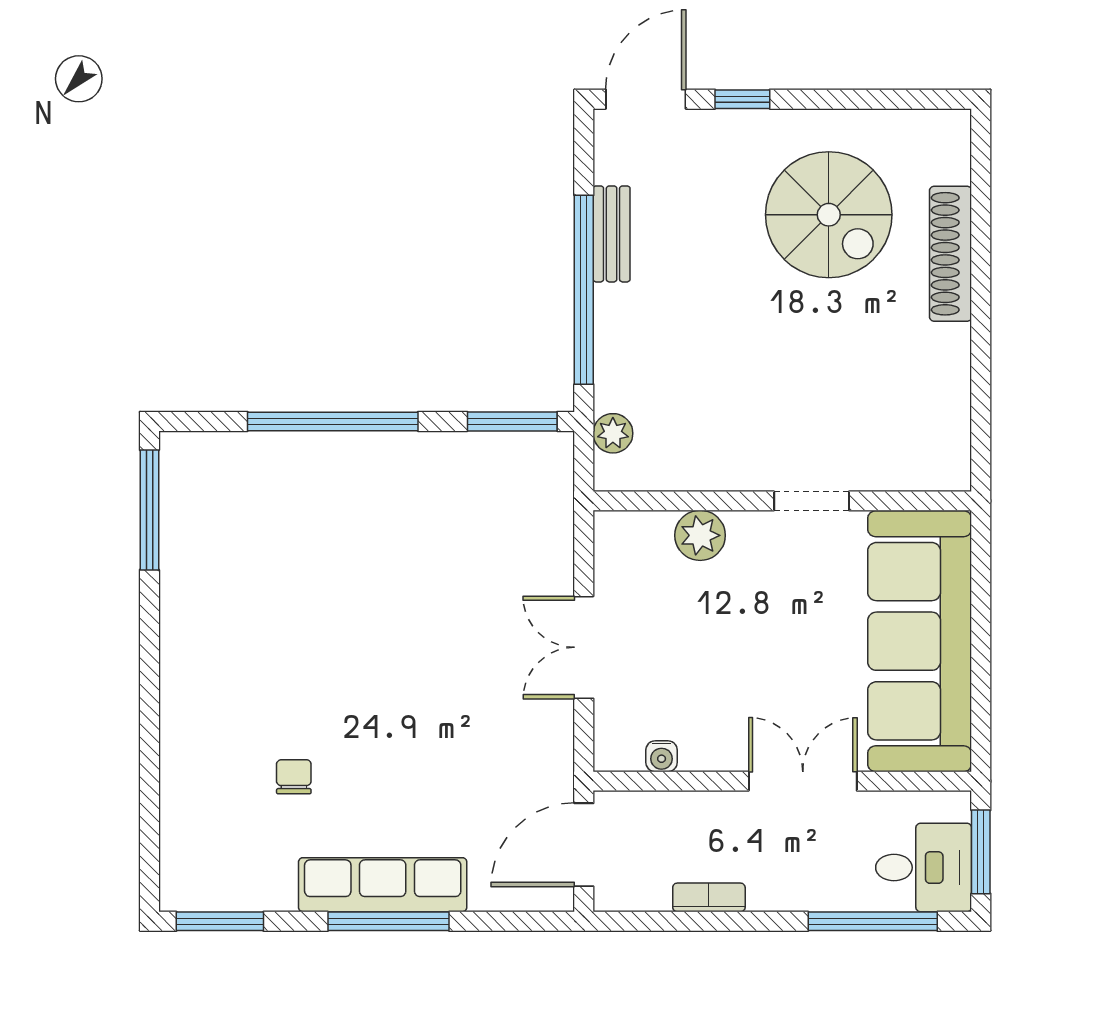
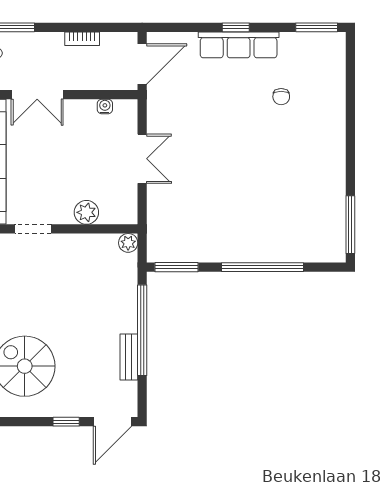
plant: (613, 433) -> (128, 243), moved
window: (388, 921) -> (236, 27), width x0.46

